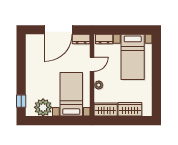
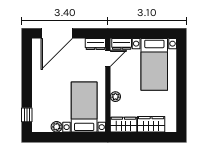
door: (58, 30) -> (57, 33), moved
door: (92, 64) -> (108, 58), moved
plant: (43, 107) -> (57, 127), width x0.53, depth x0.53

